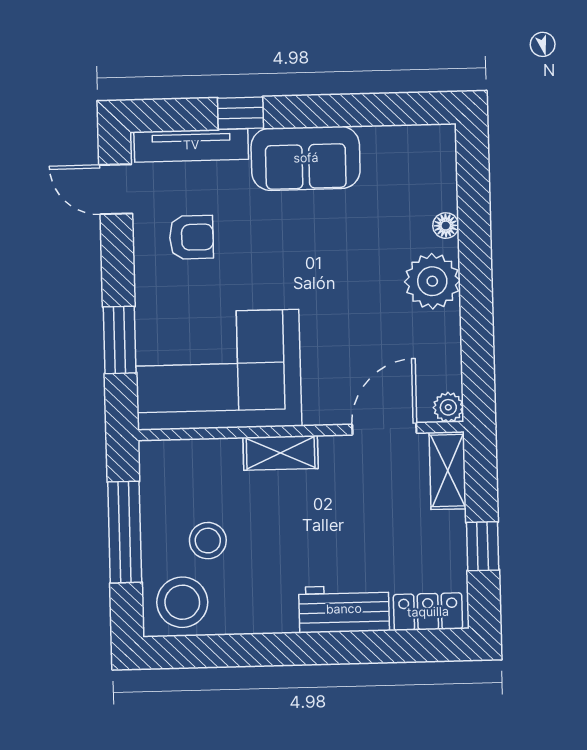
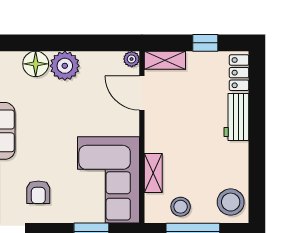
floor lamp: (446, 226) -> (36, 64), width x1.89, depth x1.89
armchair: (191, 237) -> (38, 192), turned 180
shelving: (281, 453) -> (153, 173), moved
stool: (208, 541) -> (181, 207), moved

